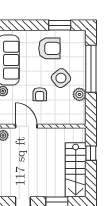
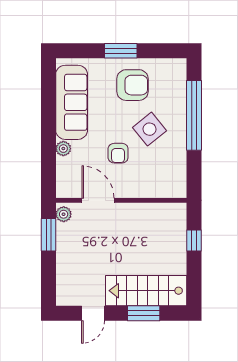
window: (60, 25) -> (121, 51), moved
plant: (79, 94) -> (177, 153), removed
stairs: (76, 170) -> (146, 291), moved, turned 90

